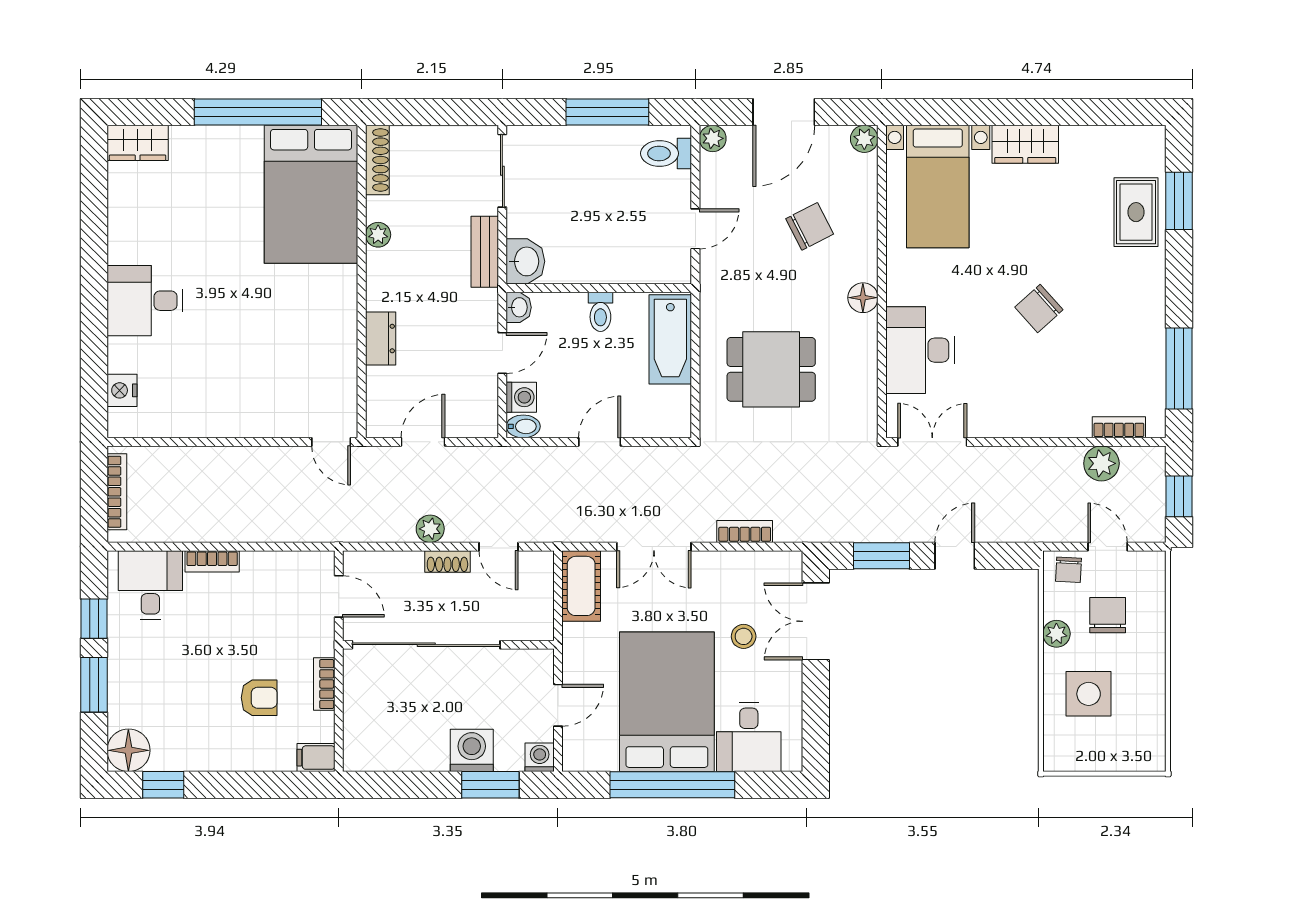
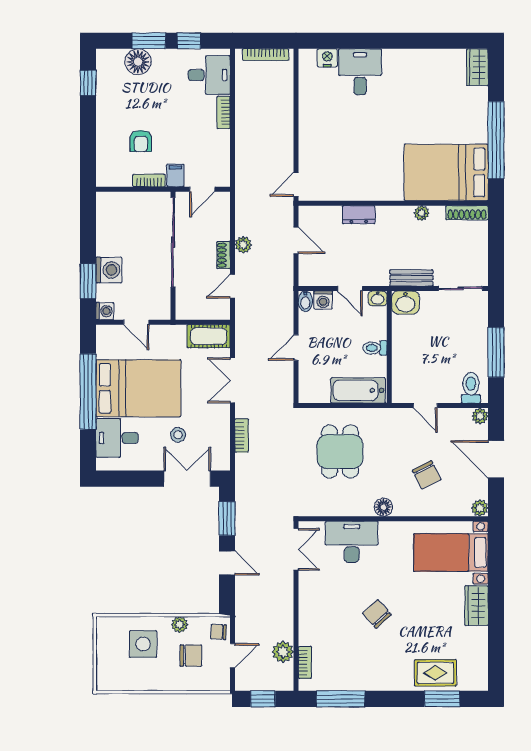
desk: (145, 301) -> (360, 72), moved
door: (600, 442) -> (296, 348), swing flipped
floor lamp: (128, 750) -> (138, 62), moved
filing cabinet: (316, 758) -> (175, 175), moved

